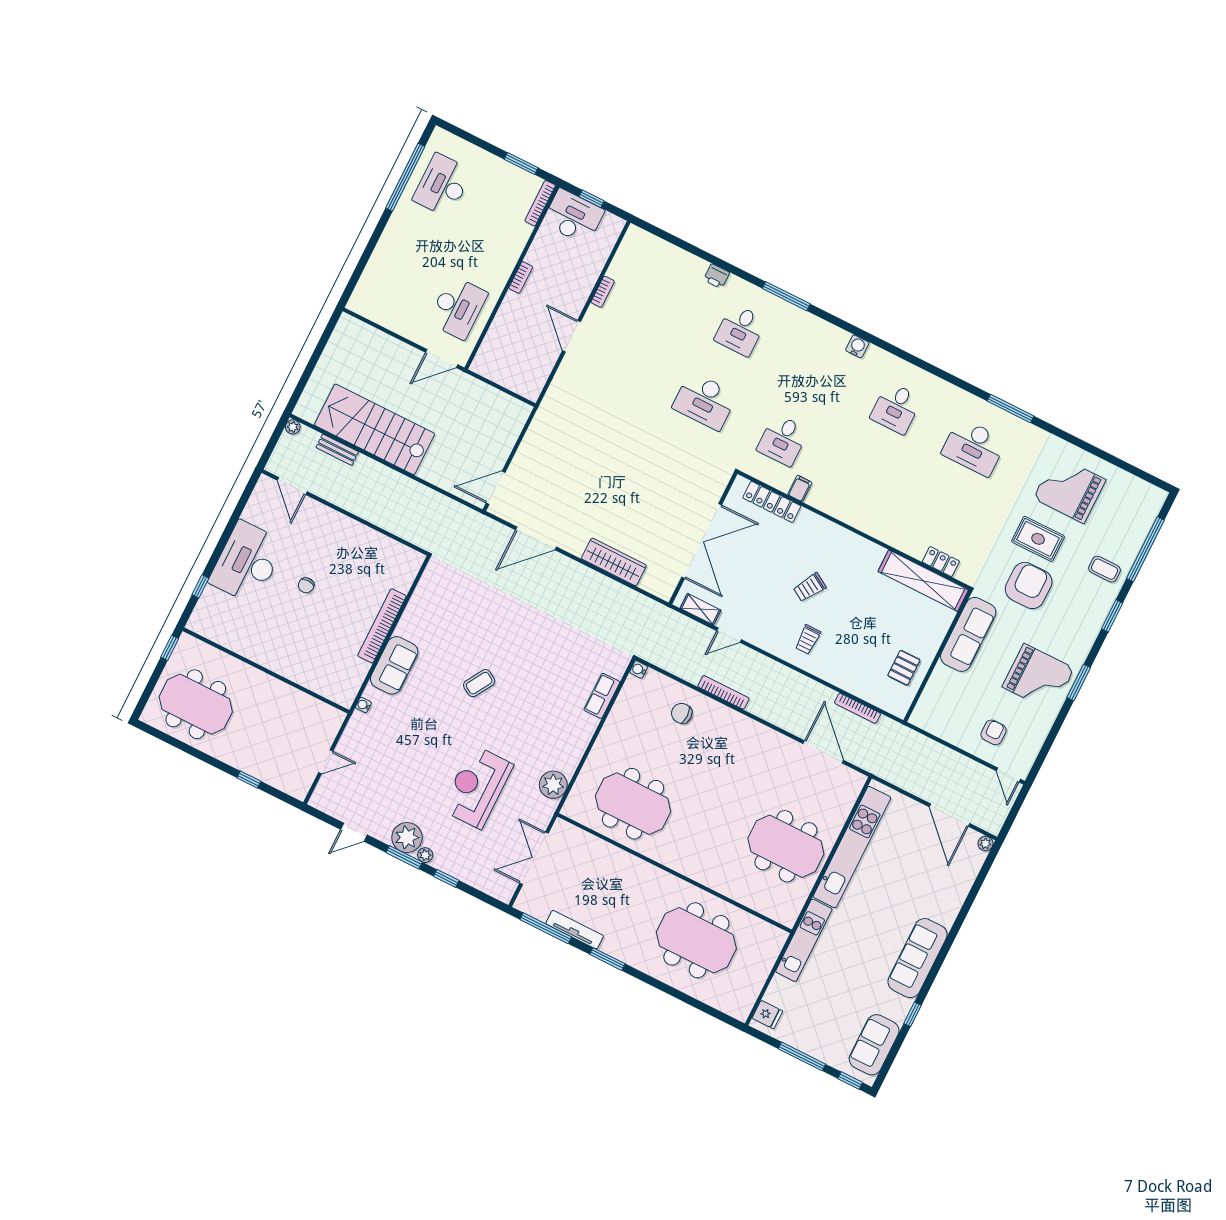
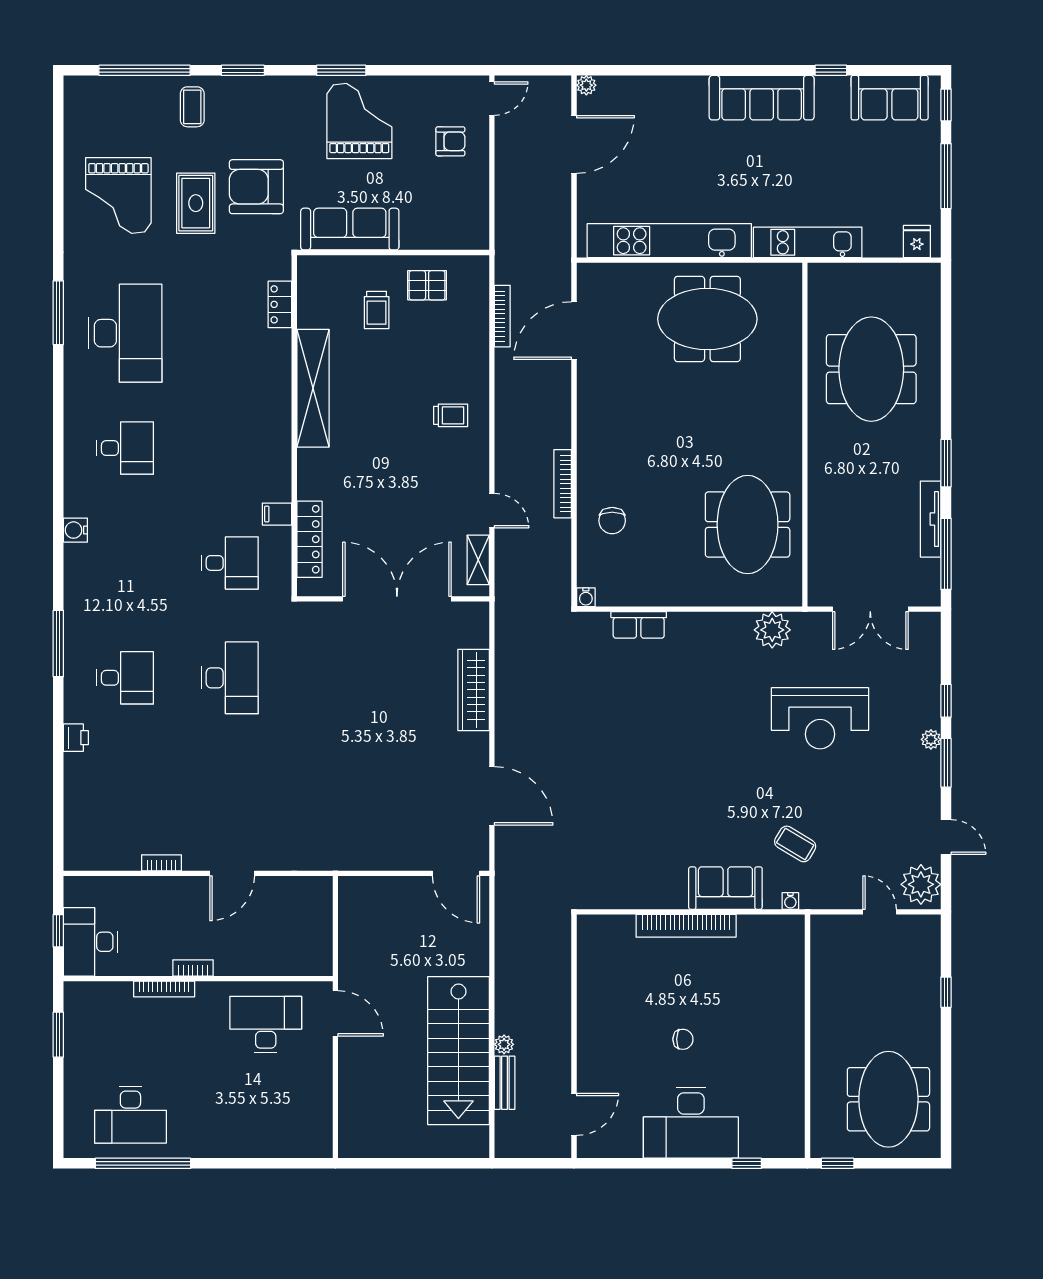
bookcase: (540, 203) -> (164, 989), moved
plant: (293, 427) -> (504, 1044), moved
desk: (974, 447) -> (125, 333), width x1.36, depth x1.30
shelving: (923, 581) -> (313, 388), moved
trolley: (810, 587) -> (377, 310), moved, turned 59
coffee table: (479, 683) -> (795, 844), moved
armchair: (994, 732) -> (450, 141), turned 180
plant: (407, 837) -> (921, 884), moved
meeting table: (786, 846) -> (707, 319), turned 90

